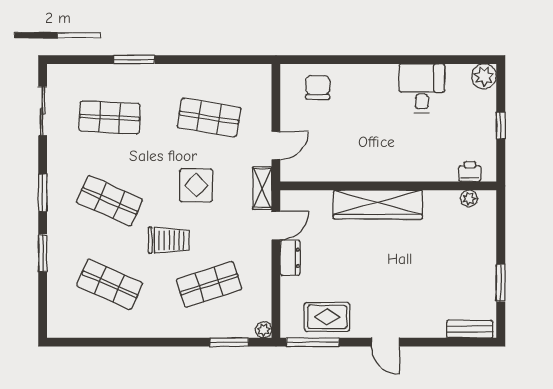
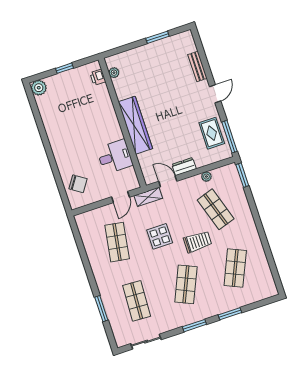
window: (134, 60) -> (101, 309), moved
chair: (318, 87) -> (78, 184), turned -146
desk: (422, 88) -> (115, 157), moved, turned 180
door: (276, 146) -> (121, 197), swing flipped
trolley: (169, 240) -> (198, 242), turned 90
bench: (470, 329) -> (197, 66), moved
plant: (264, 330) -> (206, 177), moved
window: (229, 342) -> (242, 175), moved

